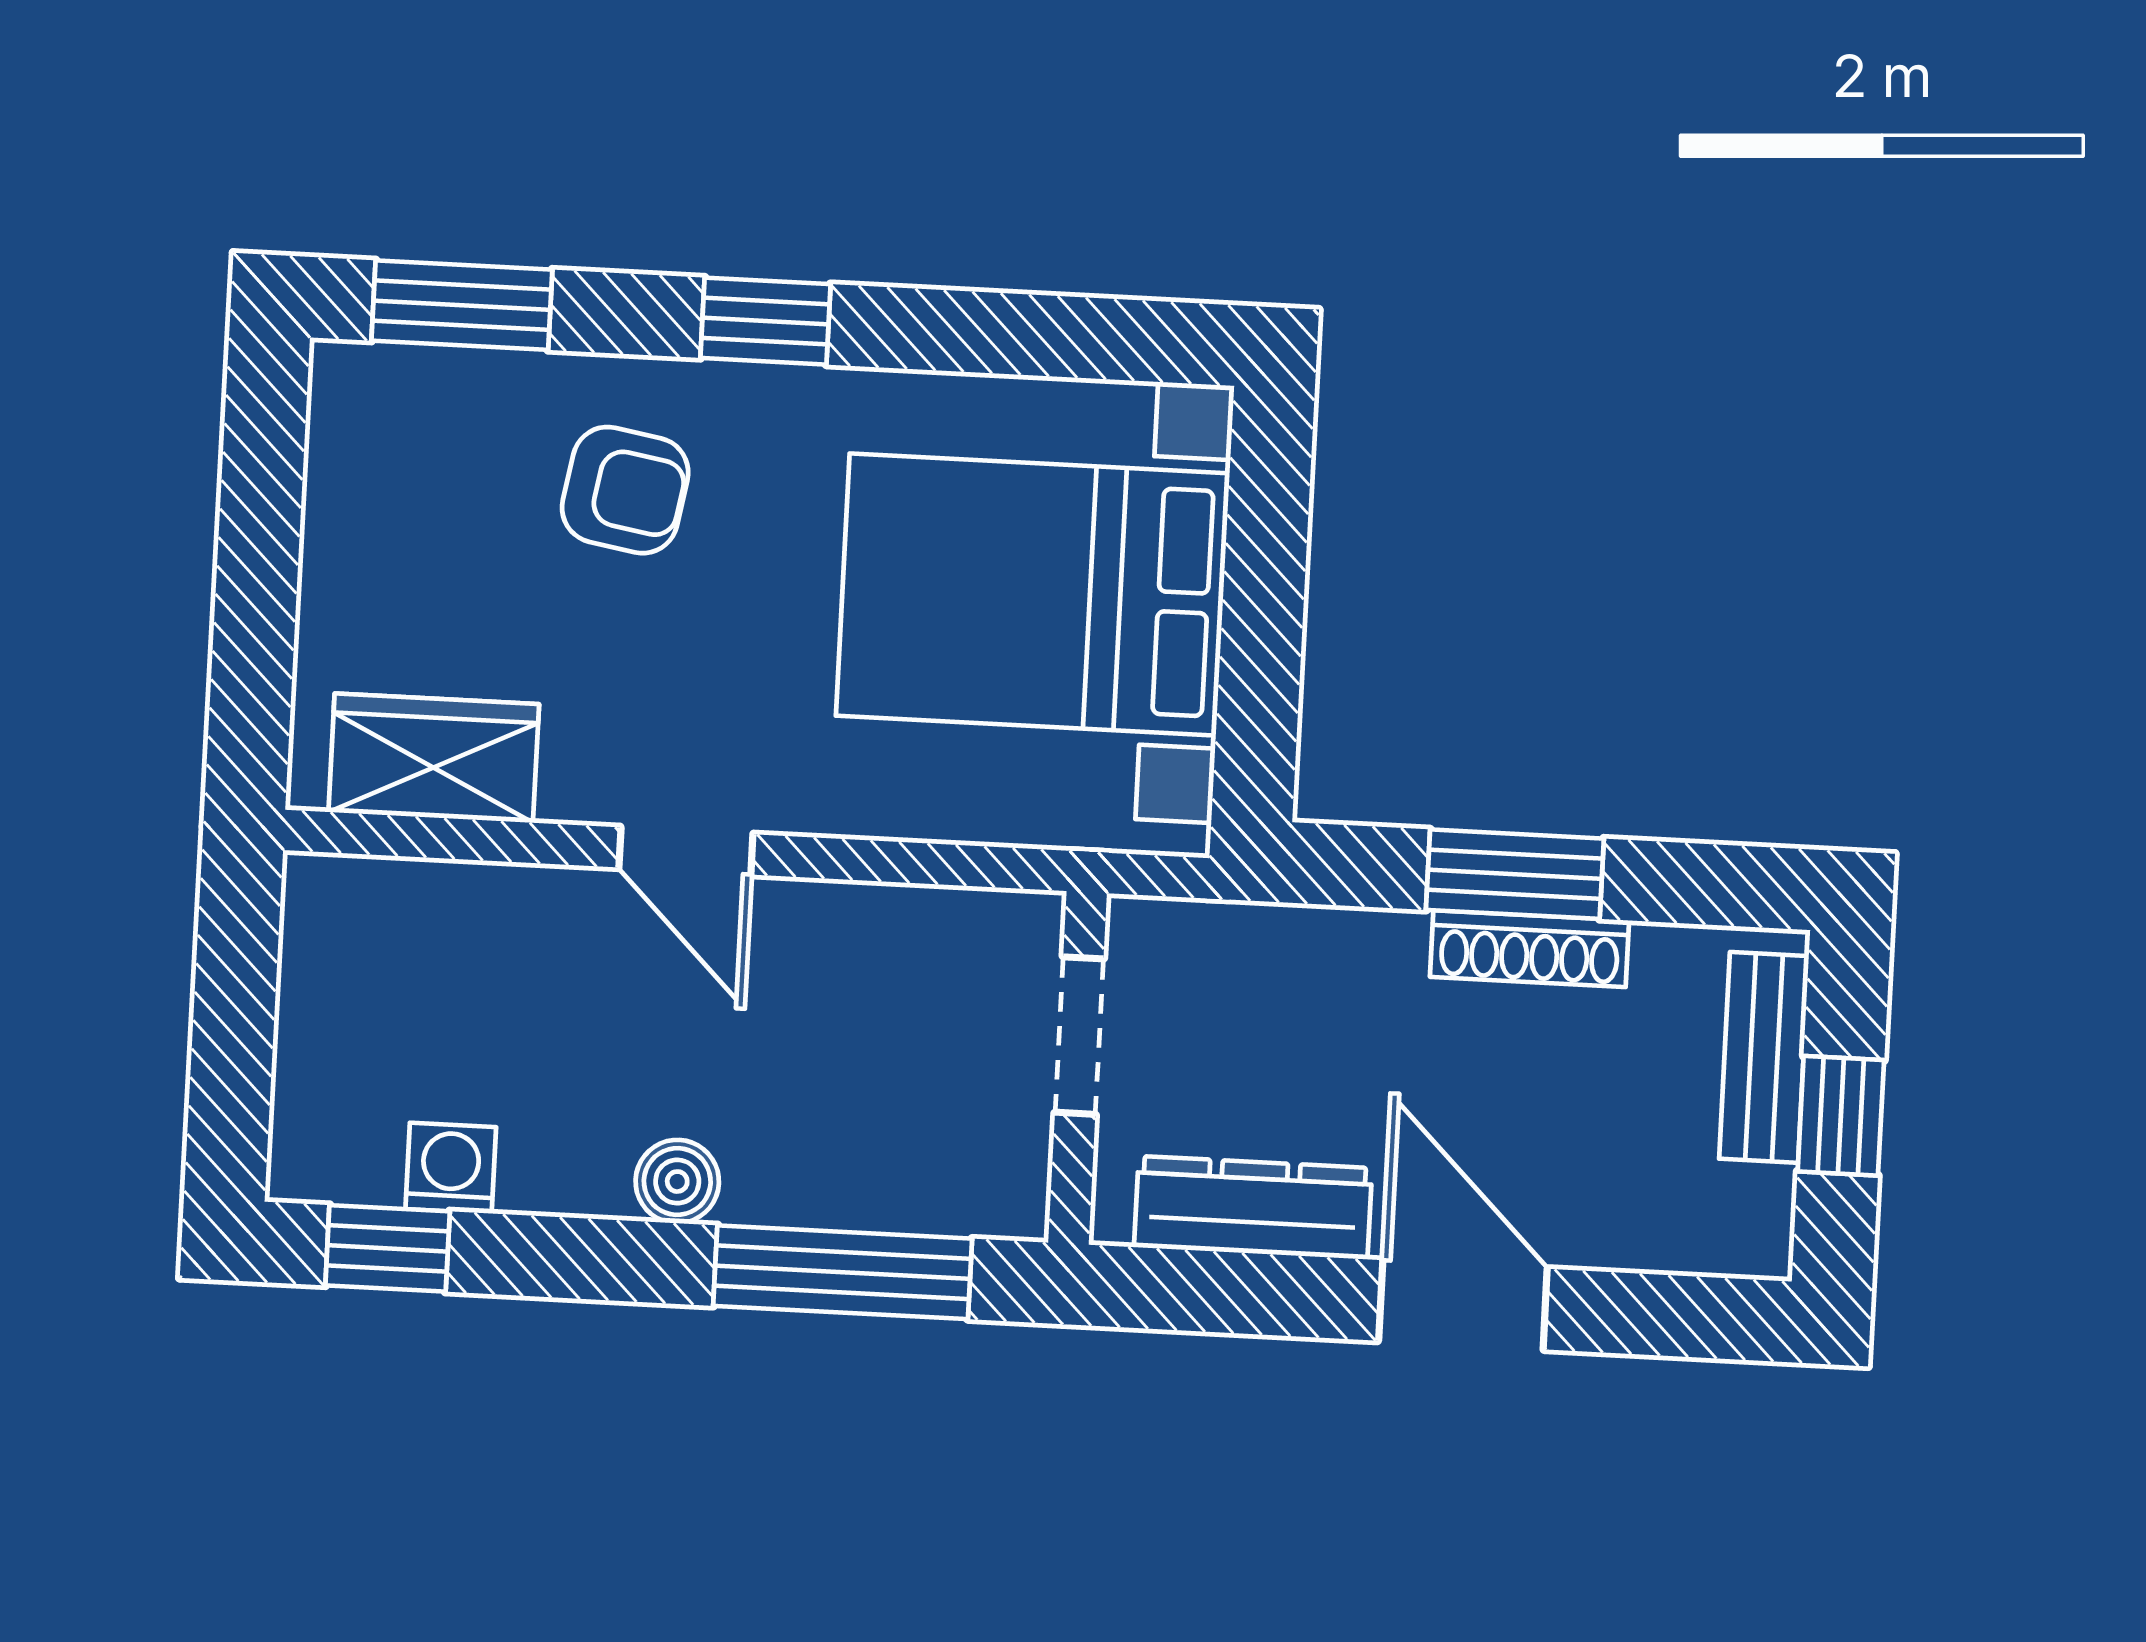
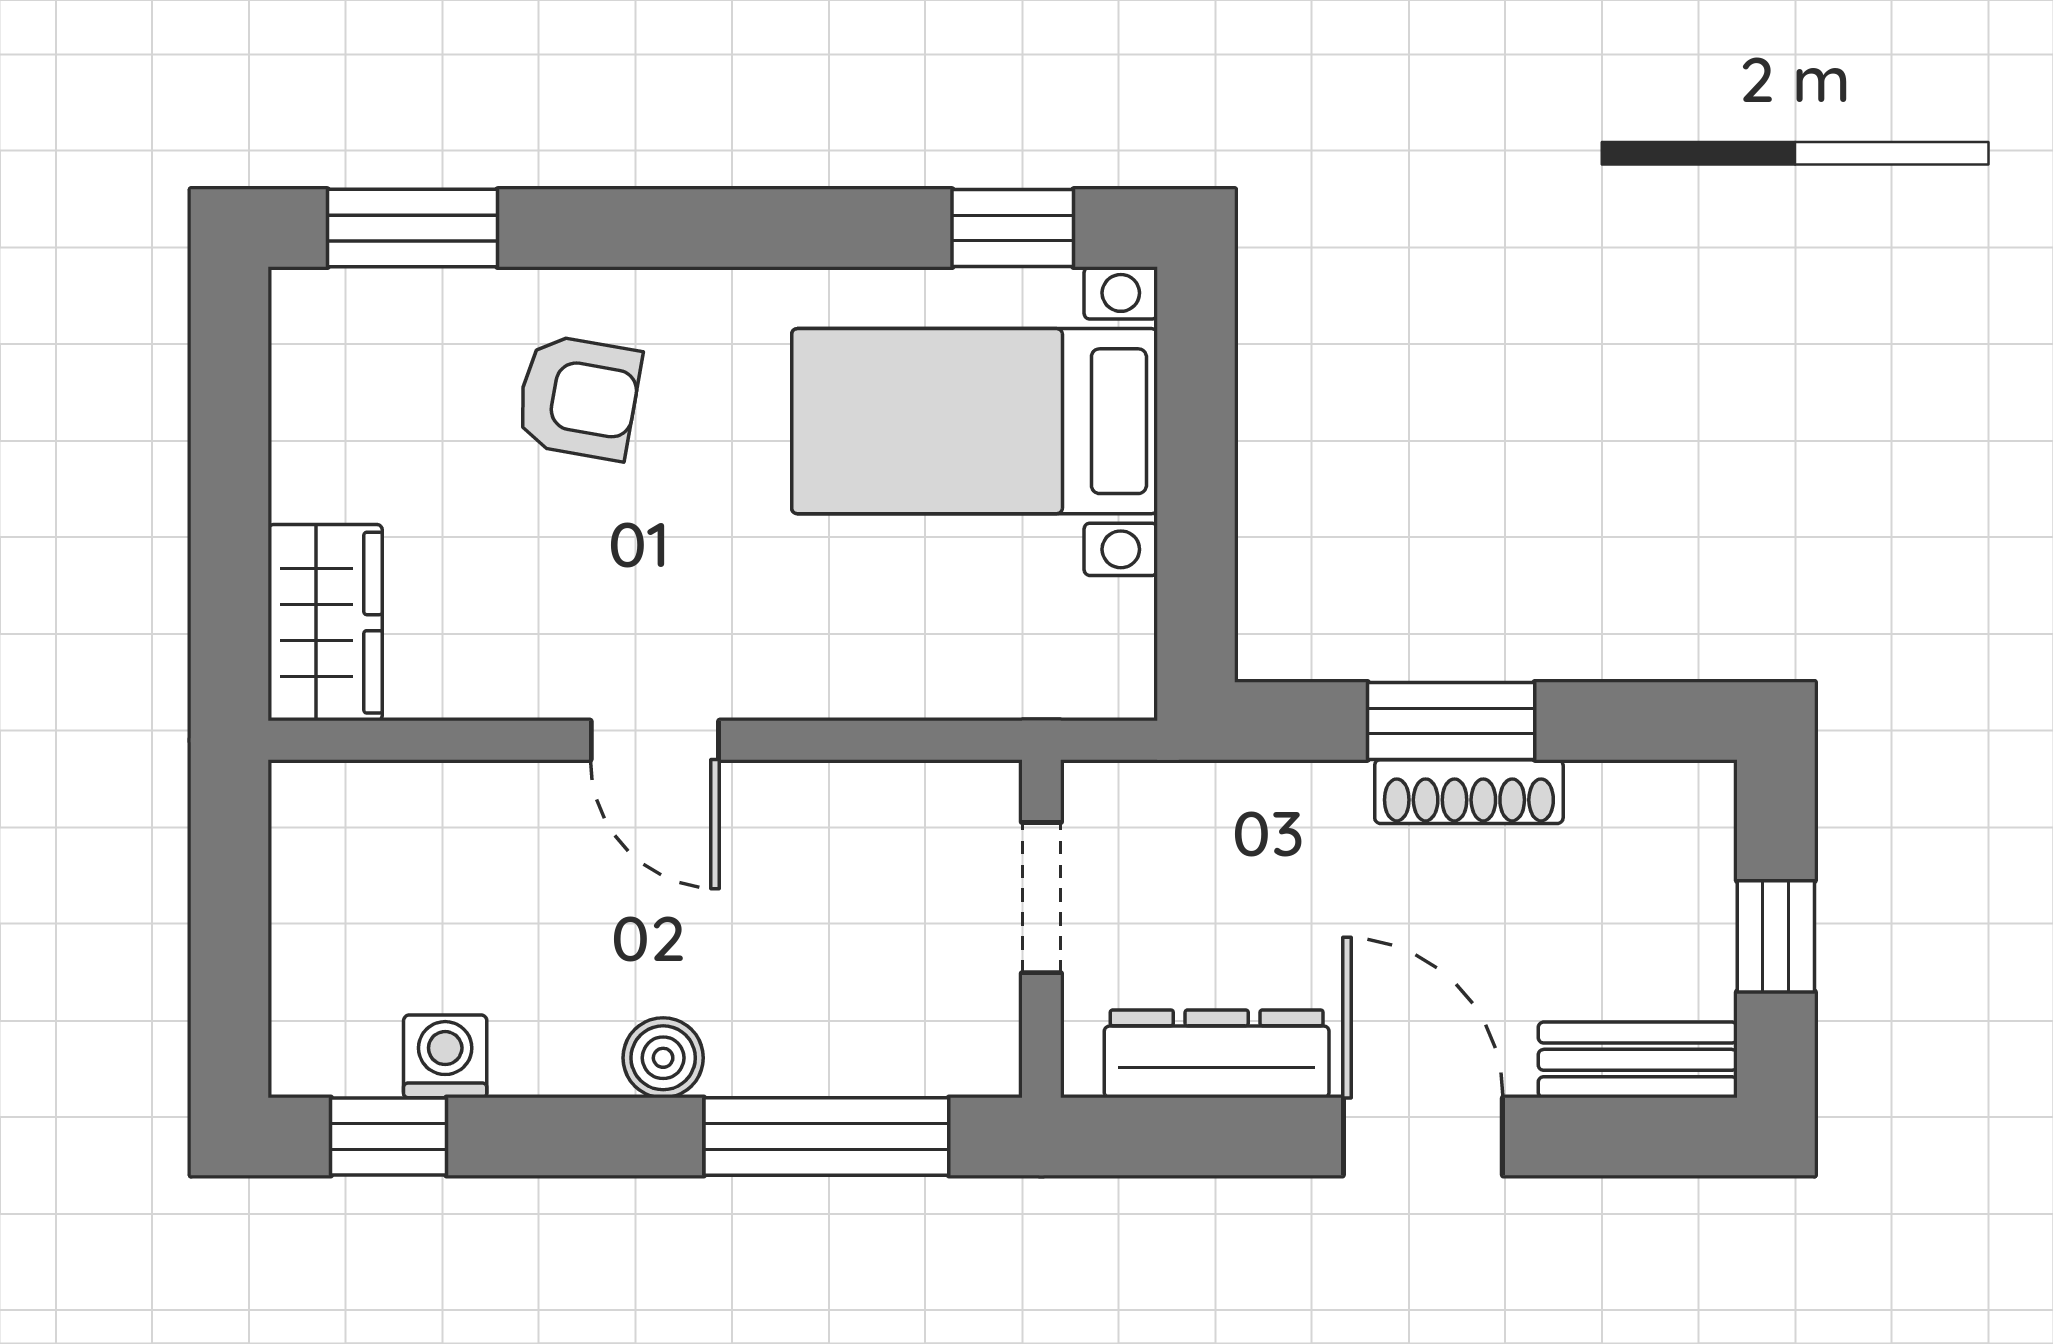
window: (765, 321) -> (1013, 228), moved
bed with nightstands: (1033, 595) -> (975, 421), width x0.73
wardrobe: (434, 758) -> (325, 623), moved, turned 90
bench: (1764, 1057) -> (1638, 1060), moved, turned 90

